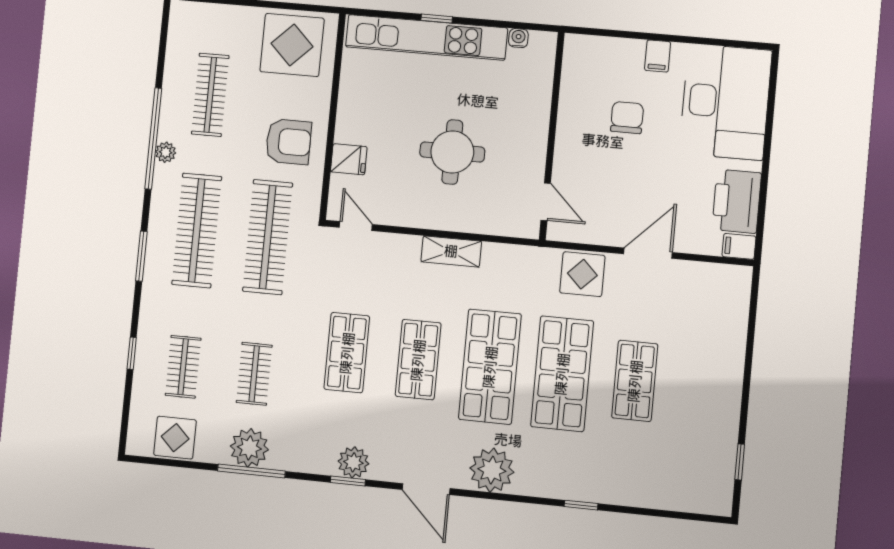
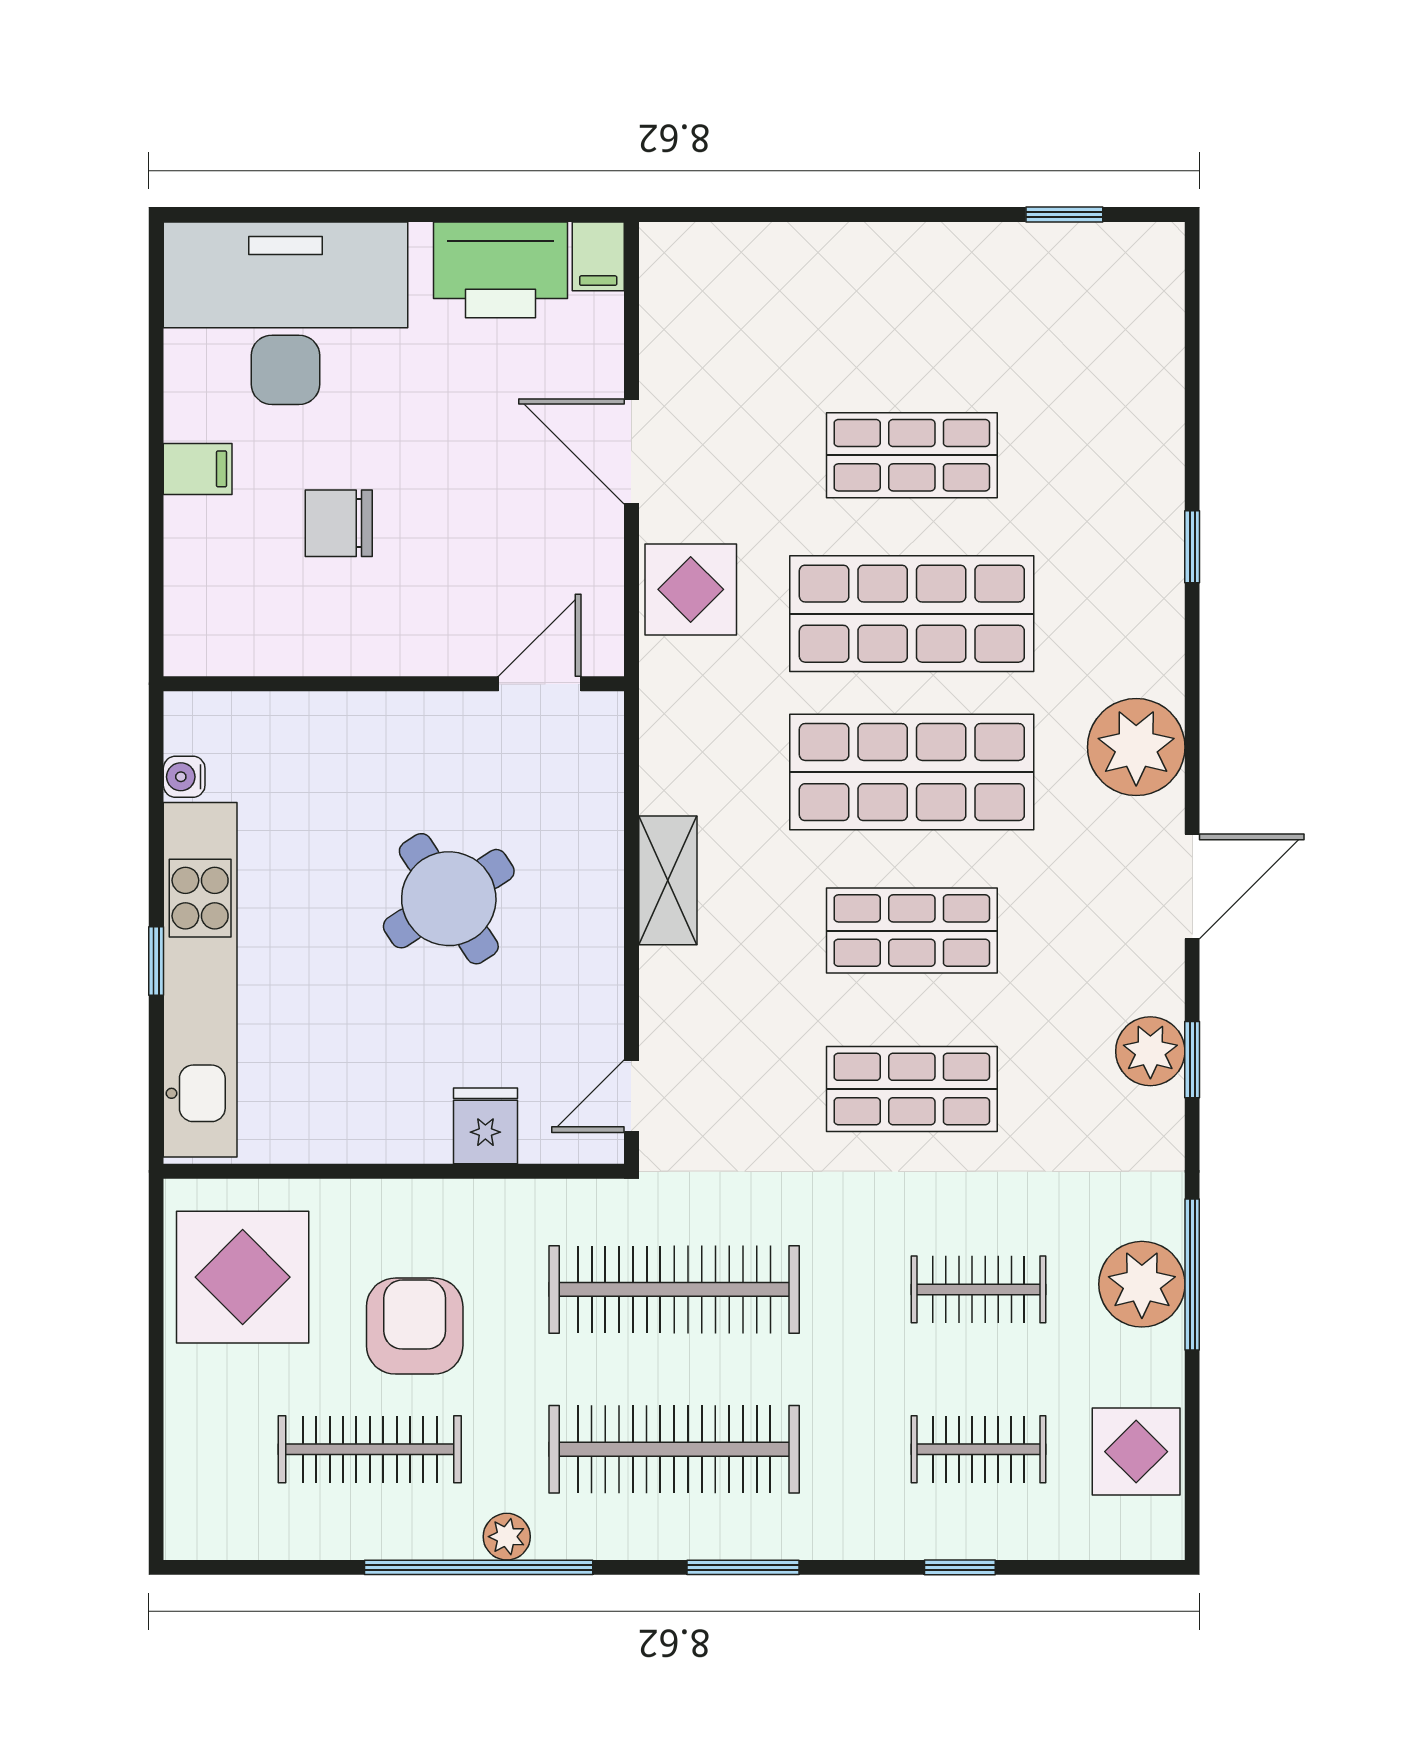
armchair: (288, 142) -> (415, 1326), moved
round table: (452, 152) -> (449, 899), turned -33

